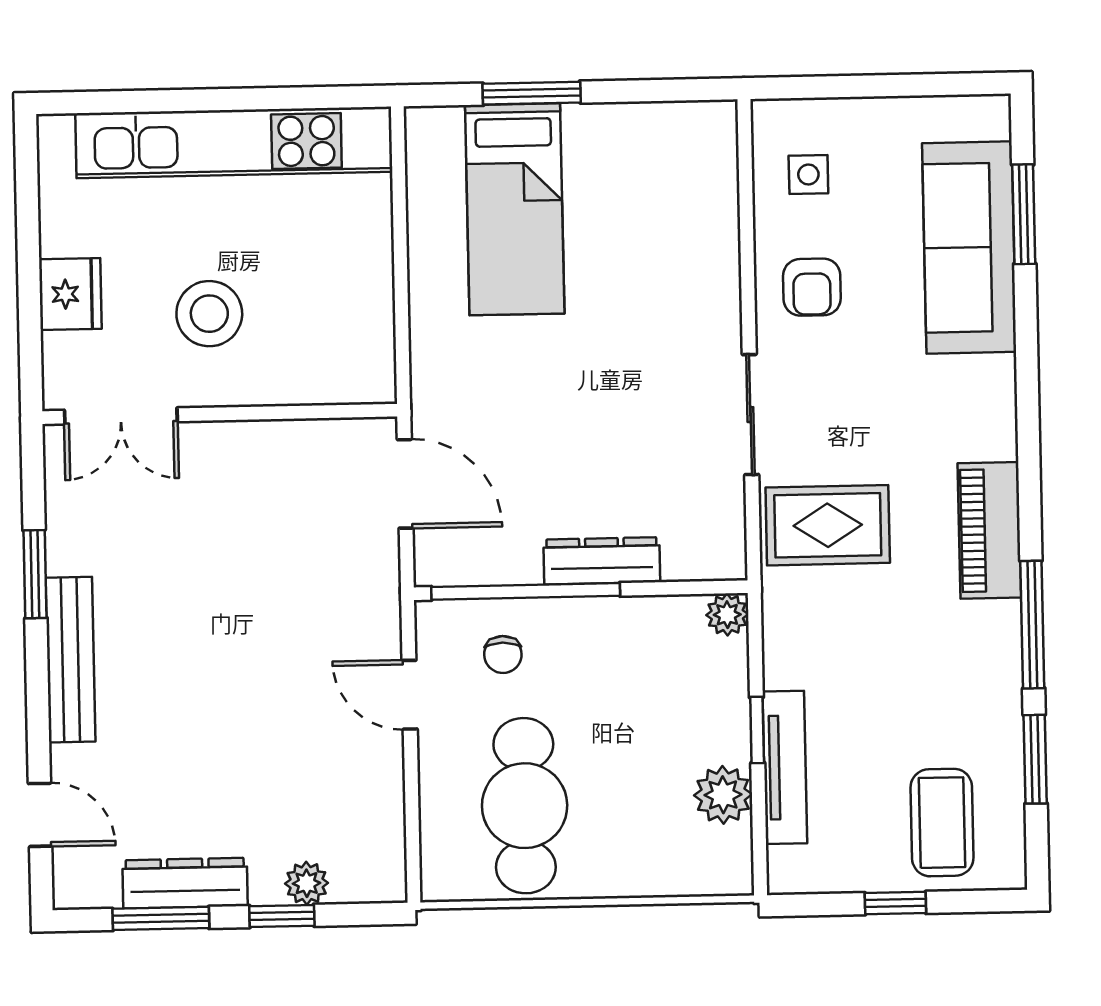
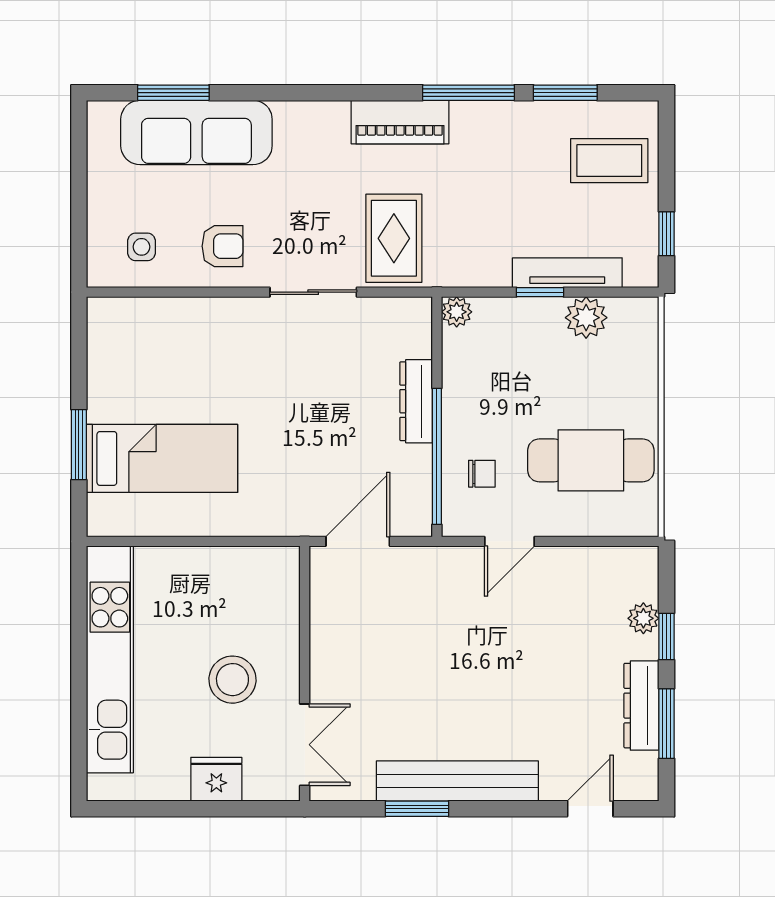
bench: (70, 660) -> (457, 781), width x1.37, depth x1.21
window: (895, 903) -> (666, 234), moved

